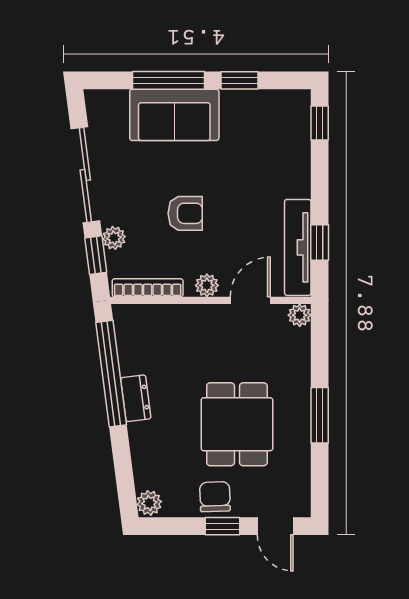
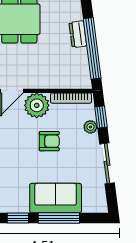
sliding door: (85, 175) -> (107, 163), width x0.73
armchair: (185, 213) -> (49, 141), turned 180
plant: (207, 285) -> (37, 105), width x1.87, depth x1.87

